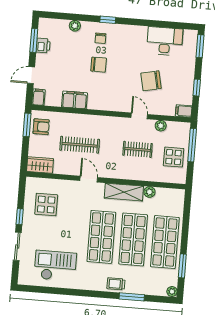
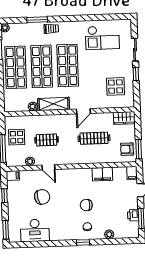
door: (89, 179) -> (83, 111), hinge flipped

